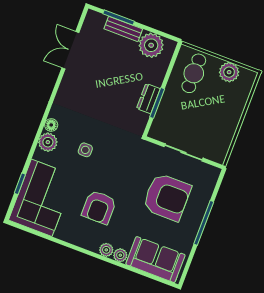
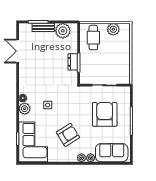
armchair: (167, 197) -> (105, 114), turned -90
armchair: (99, 207) -> (68, 135), turned -122

